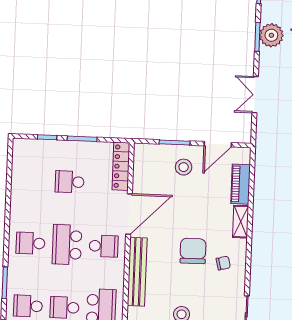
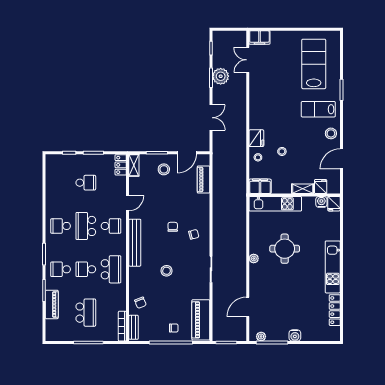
double door: (255, 95) -> (211, 118), swing flipped
locker: (121, 166) -> (121, 165), width x0.66
school desk: (70, 182) -> (86, 183), turned 180
door: (129, 214) -> (128, 203), width x0.53
shelving: (241, 222) -> (134, 165), moved
chair: (193, 251) -> (173, 227), width x0.54, depth x0.54

